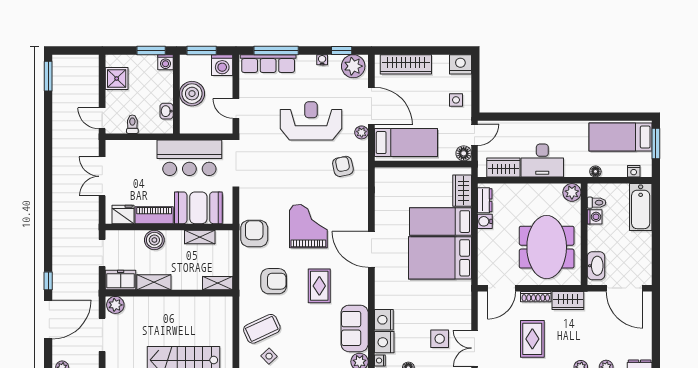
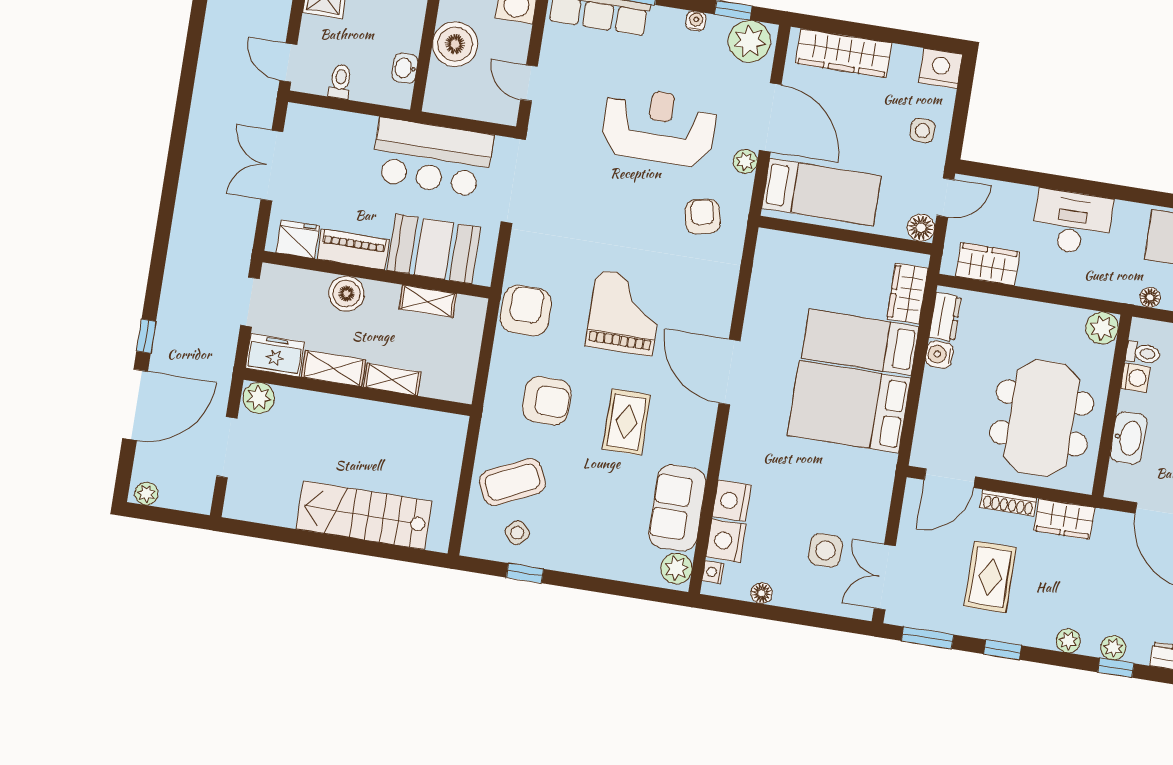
desk: (542, 160) -> (1072, 222), moved, turned 180
washbasin: (596, 266) -> (1129, 438), moved
shelving: (218, 283) -> (392, 380), moved

